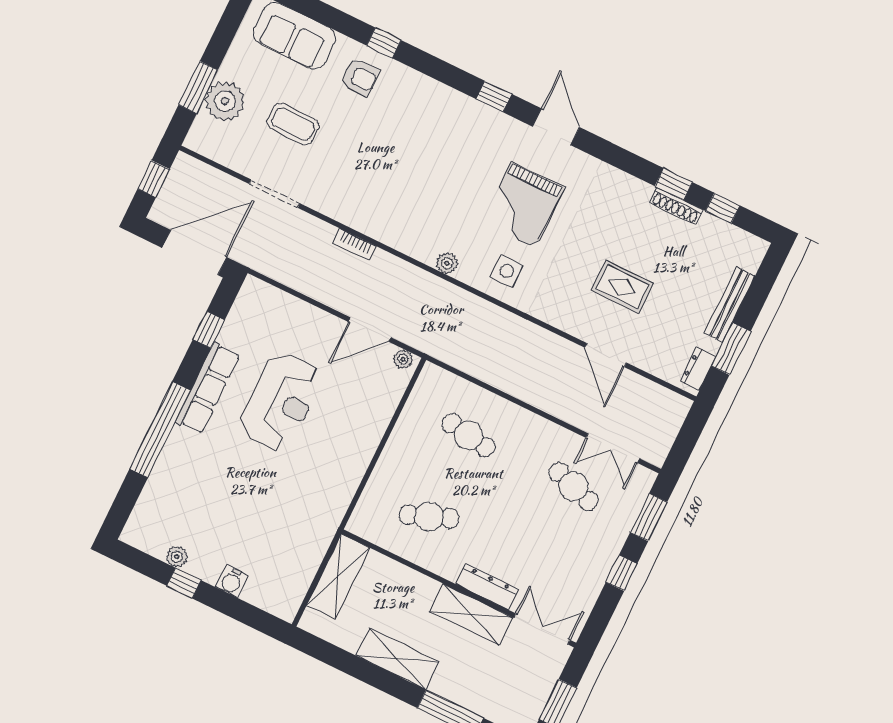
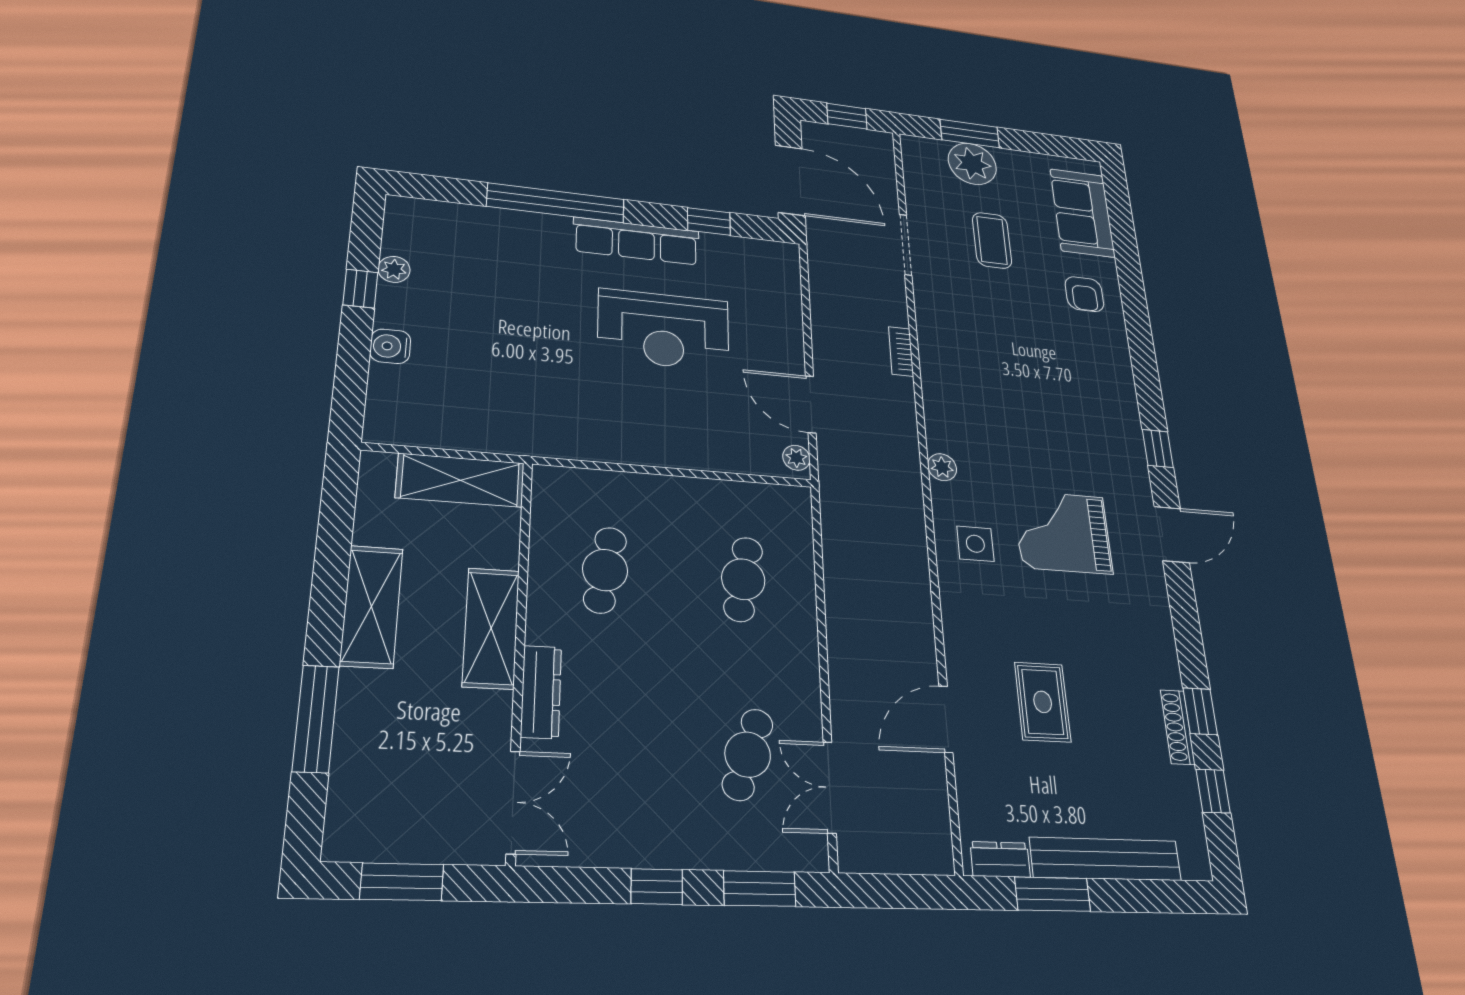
window: (384, 43) -> (1135, 307), removed
bench: (730, 305) -> (1106, 859), width x1.37, depth x1.21
cafe table: (429, 516) -> (605, 570), turned 30
shelving: (471, 614) -> (491, 628), moved

